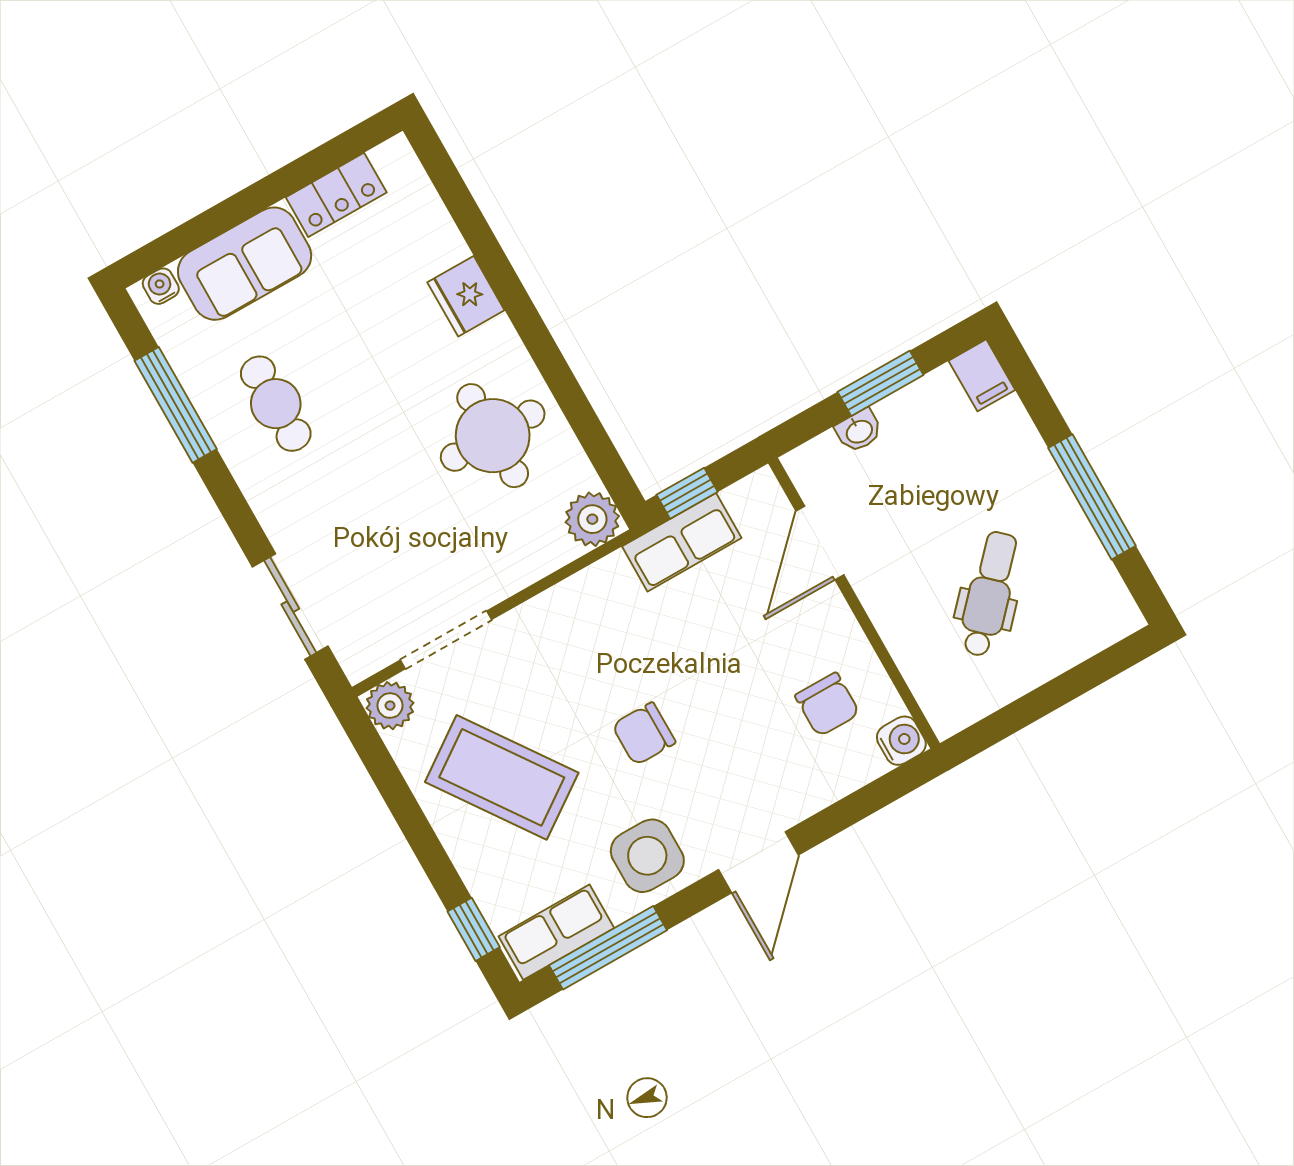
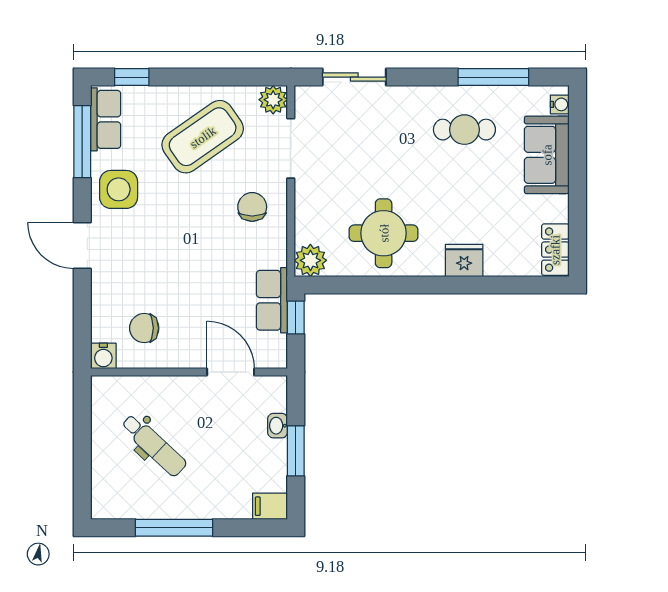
locker: (336, 195) -> (555, 250), moved
chair: (644, 734) -> (252, 207), moved

